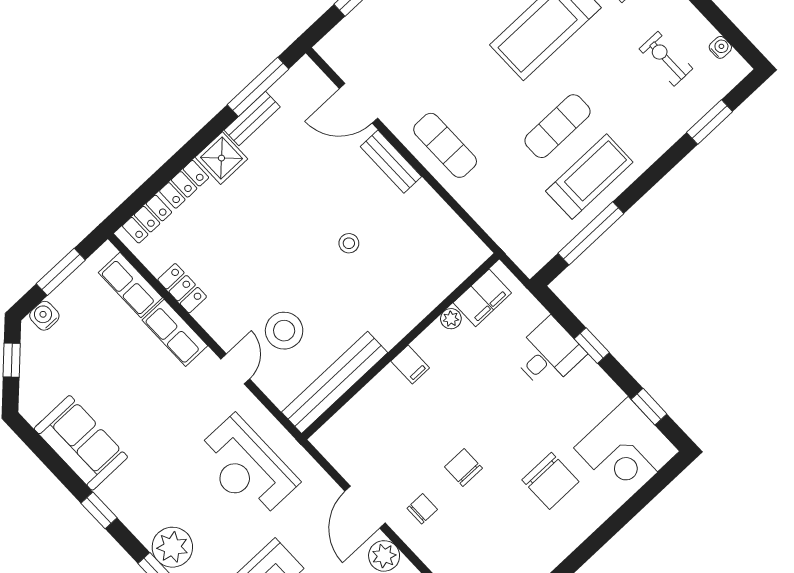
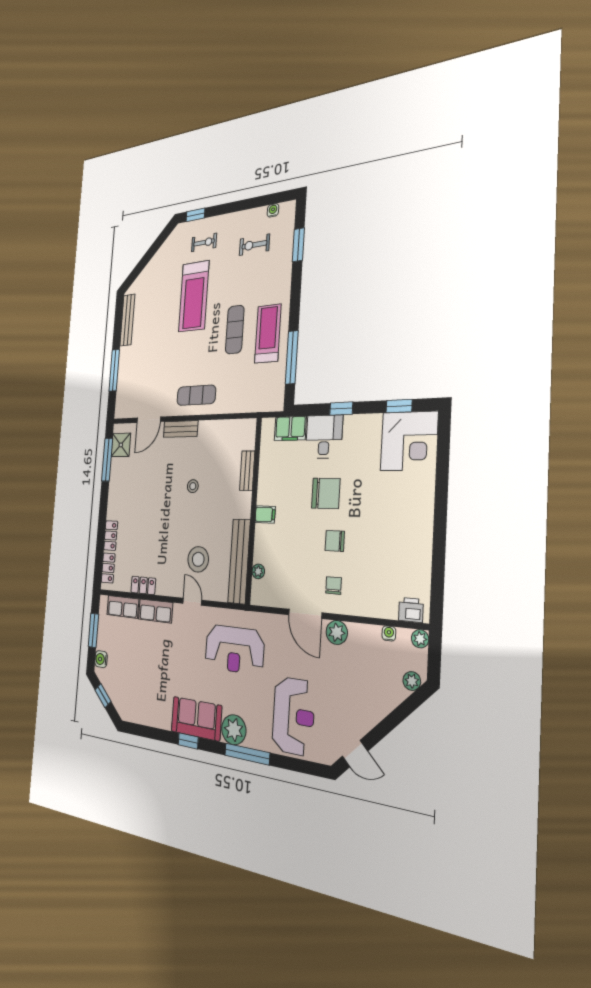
bench: (252, 119) -> (247, 471), moved
shower: (221, 158) -> (121, 445), moved
filing cabinet: (482, 298) -> (290, 428), moved, turned 90
plant: (451, 319) -> (258, 571), moved
sofa: (81, 443) -> (196, 719), moved
chair: (550, 481) -> (326, 493), moved

